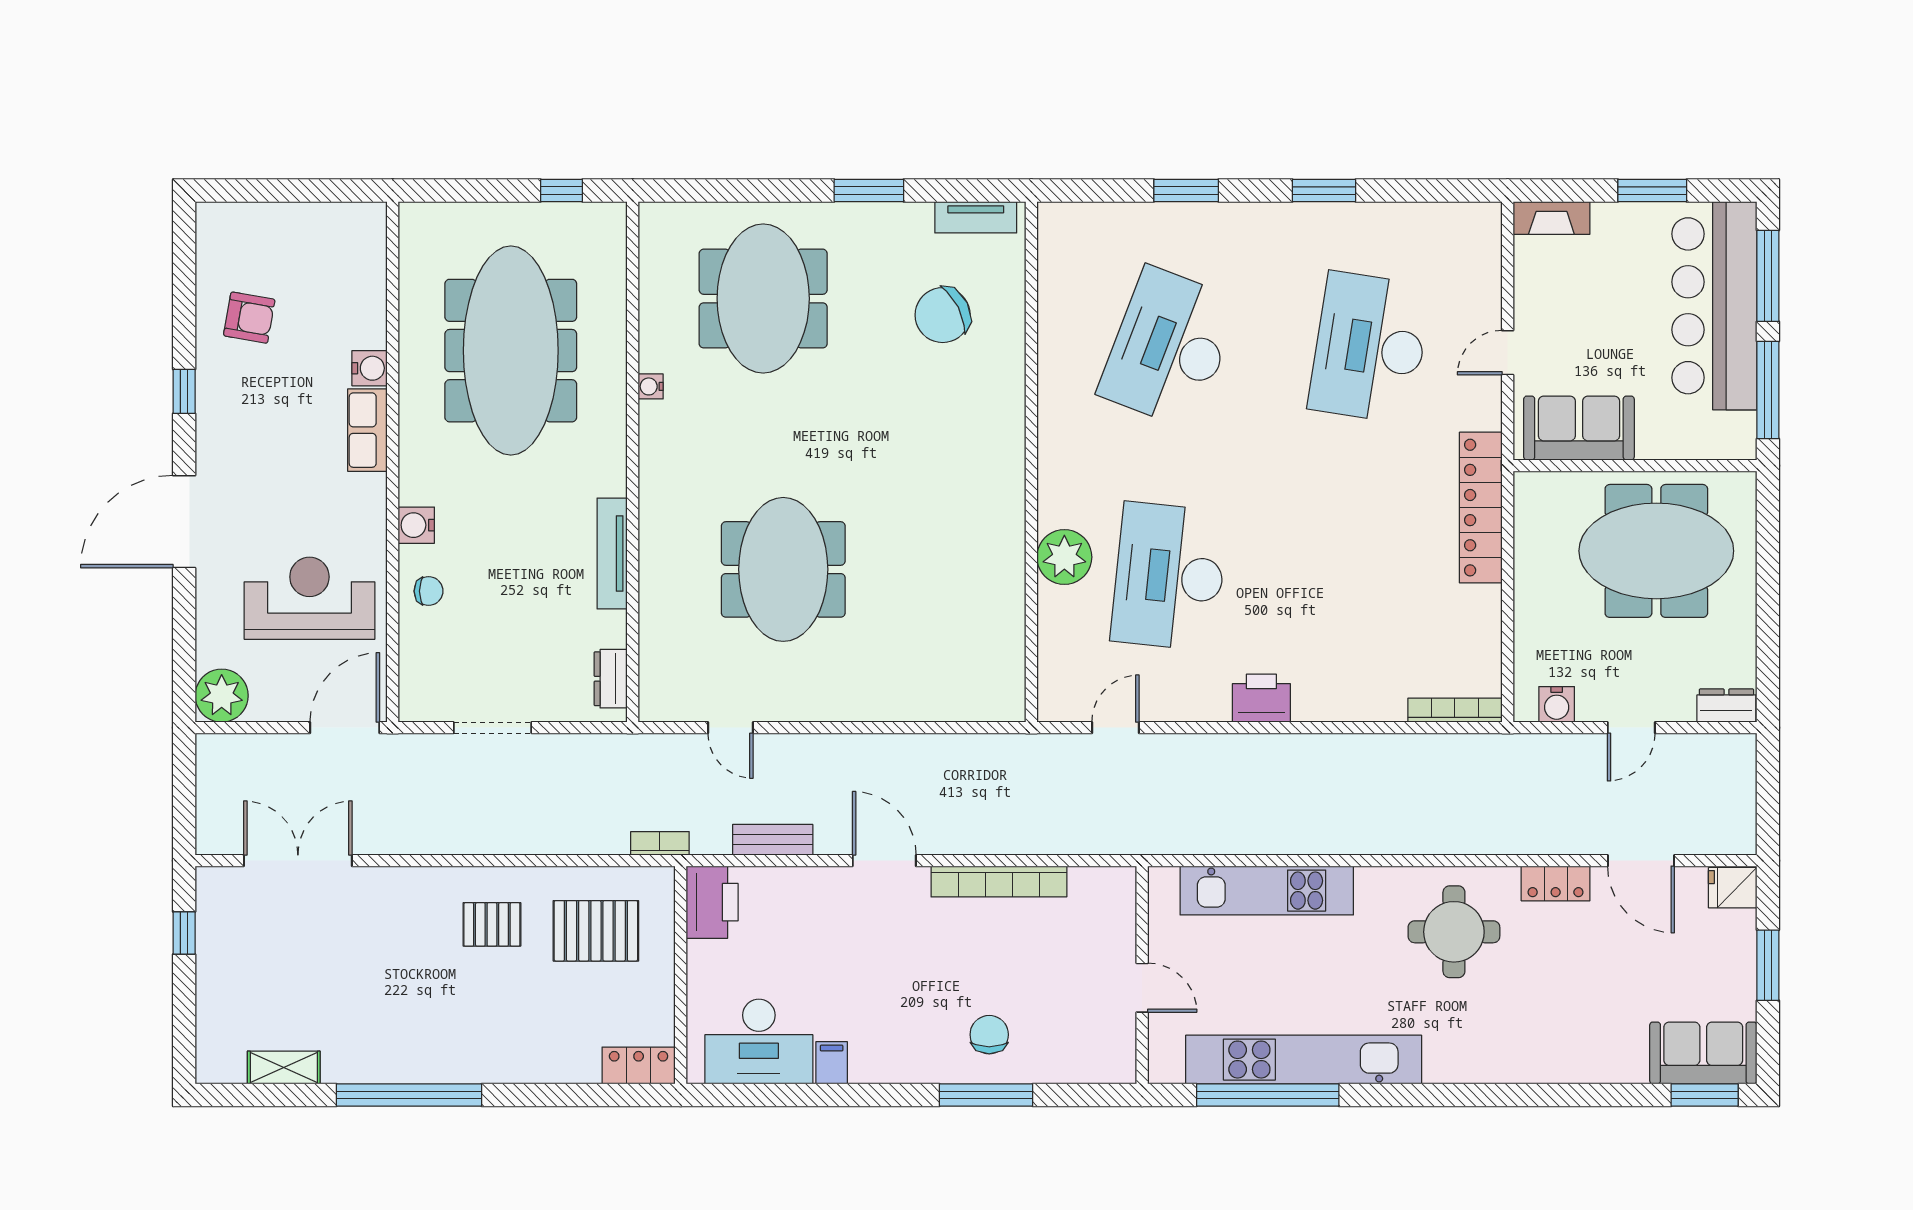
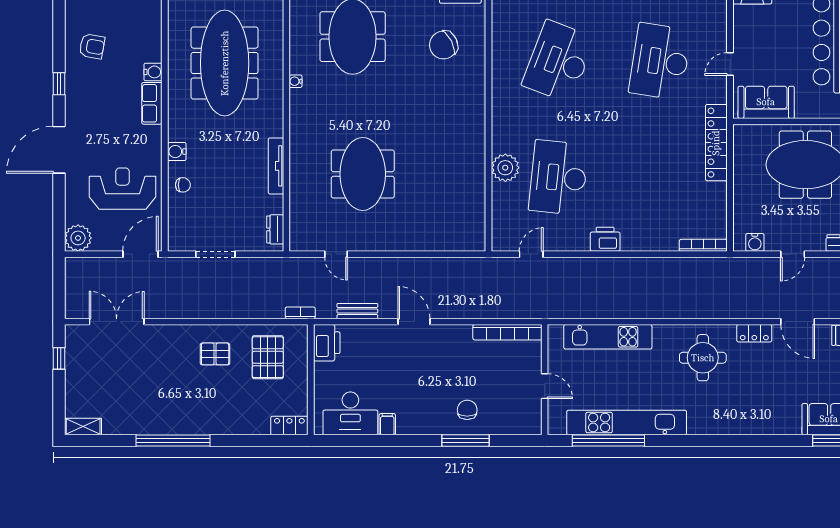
bookcase: (999, 882) -> (507, 332), moved
pallet: (596, 931) -> (268, 357), turned 90
shelving: (284, 1068) -> (83, 427), moved

